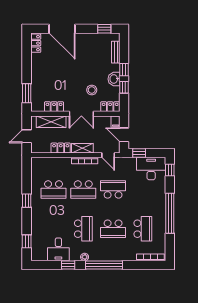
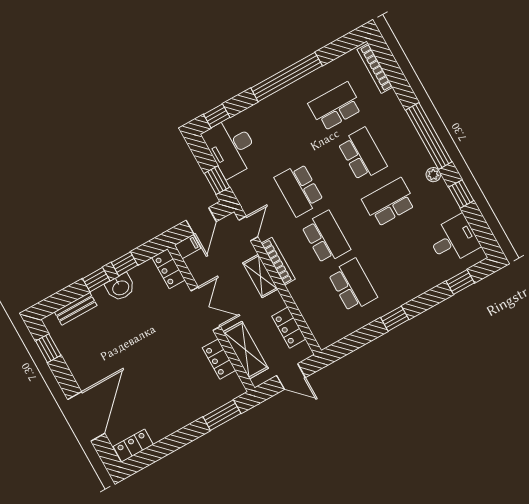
stool: (92, 90) -> (158, 313), removed
locker: (61, 148) -> (289, 328), moved
desk: (58, 249) -> (454, 240), moved

